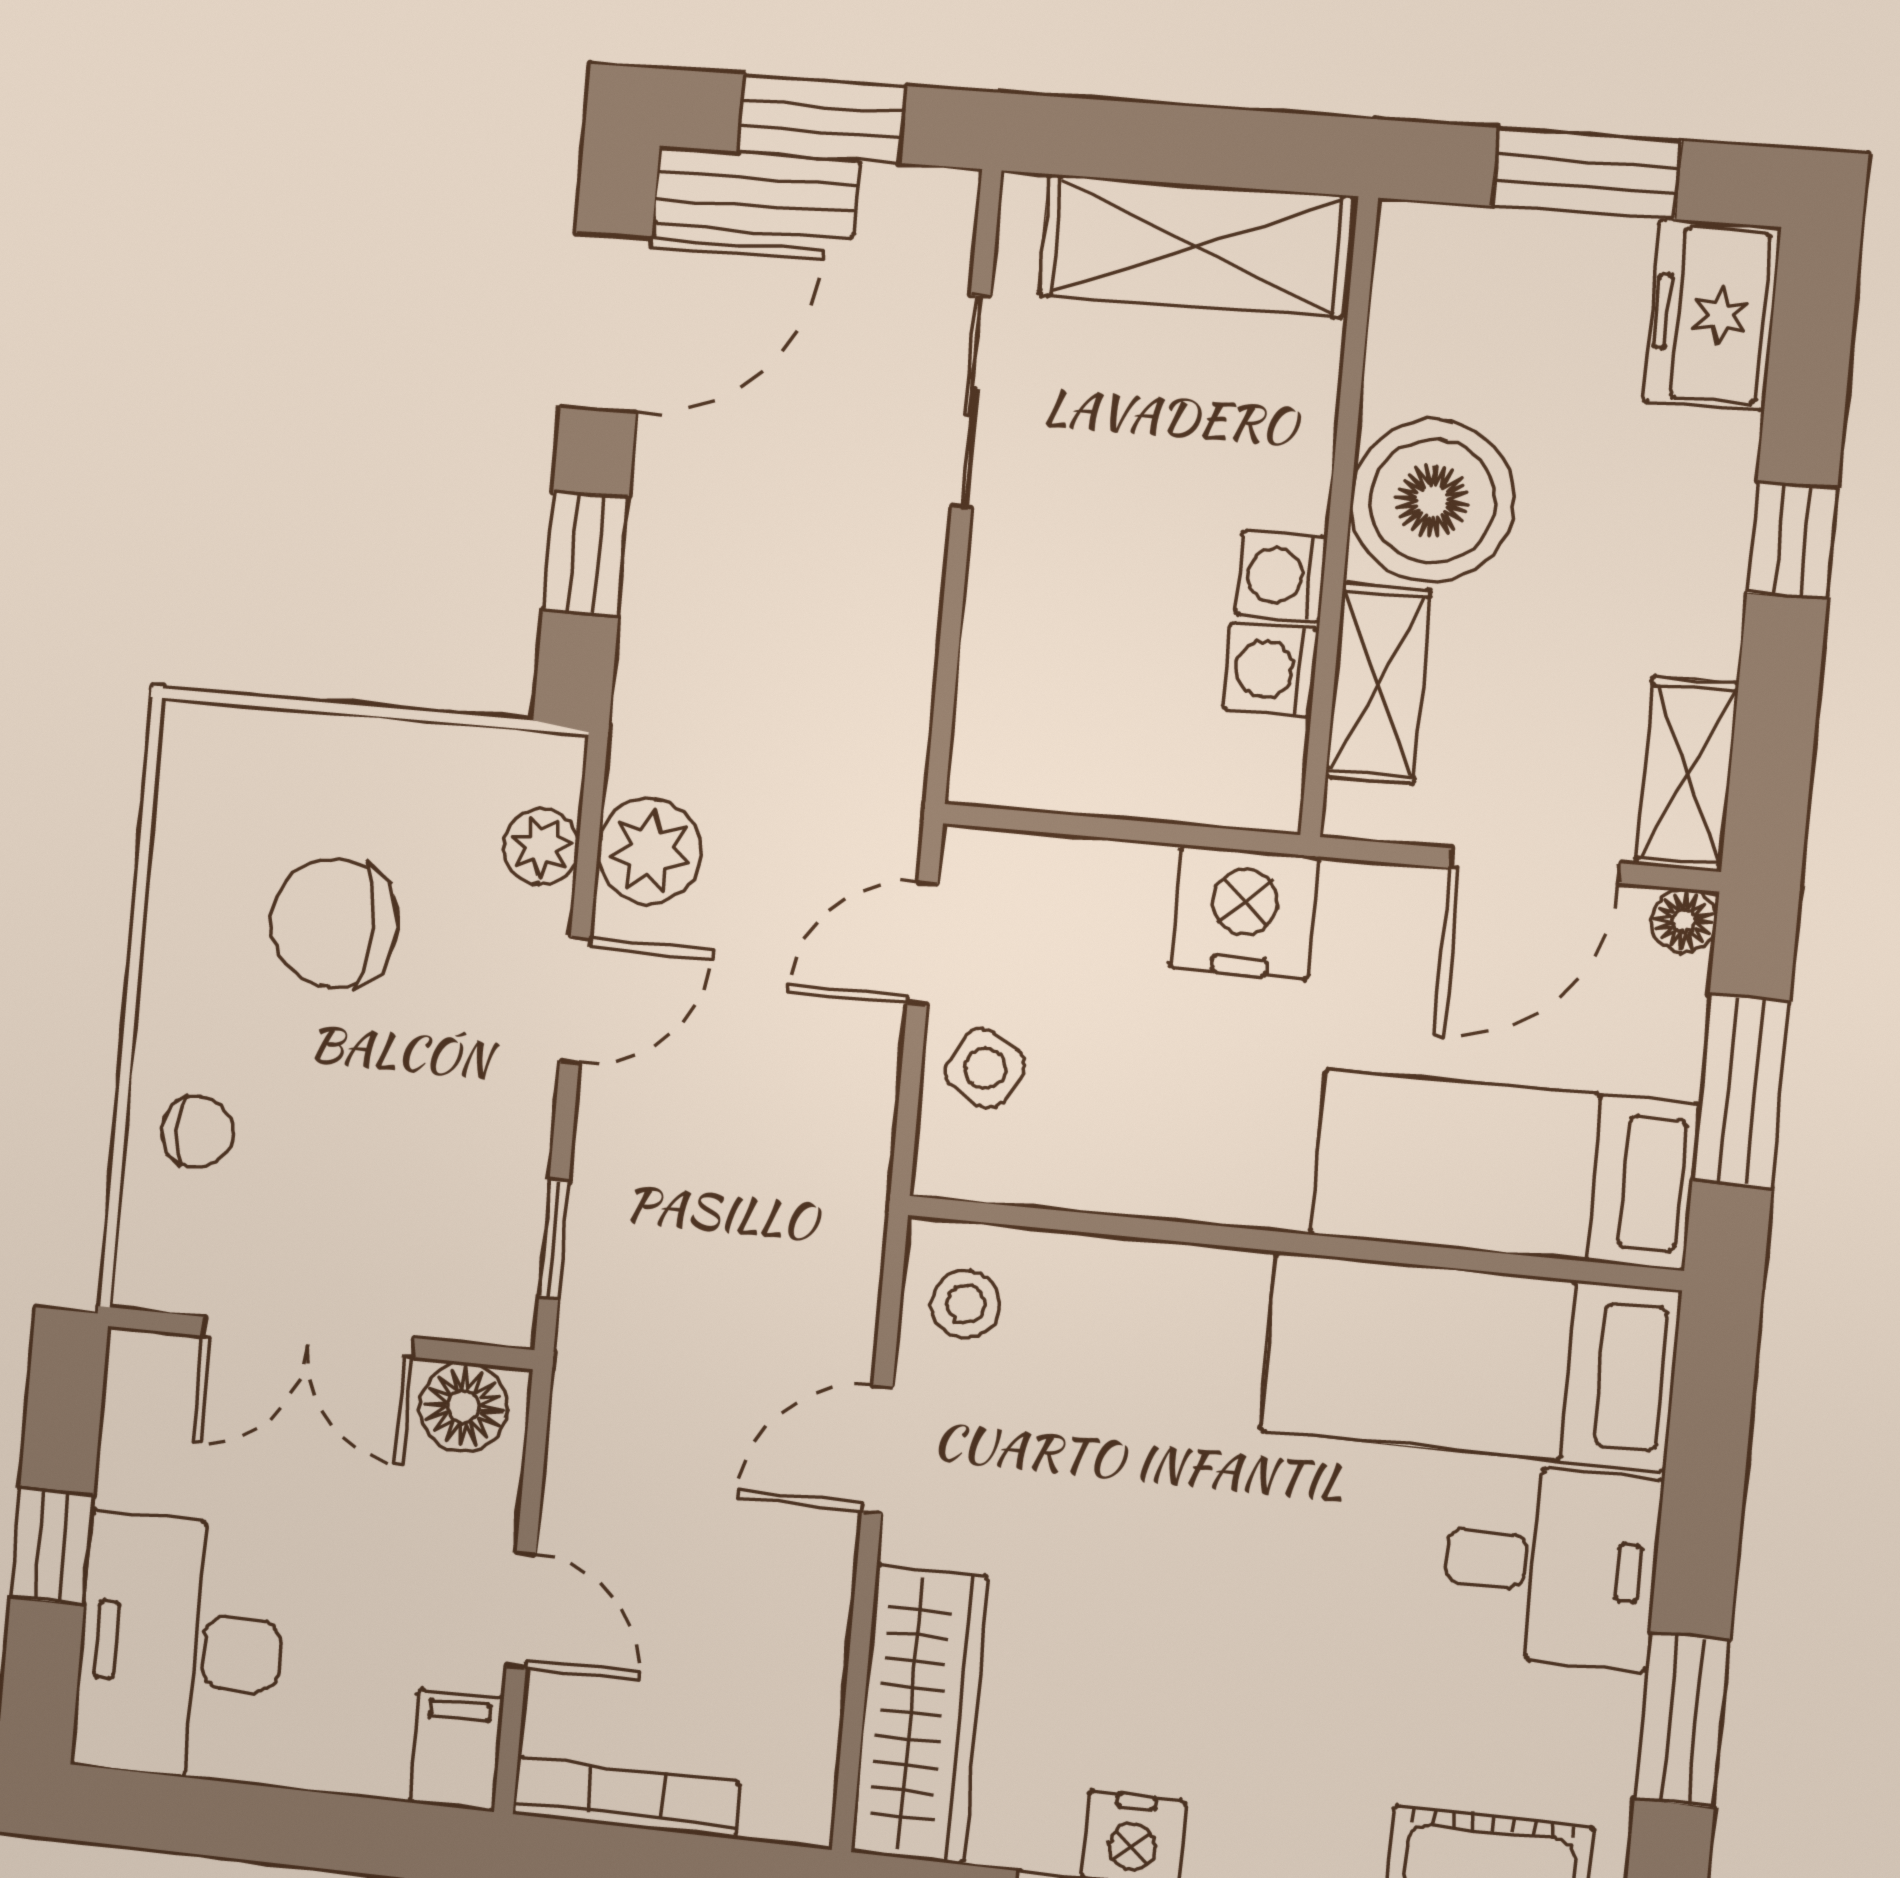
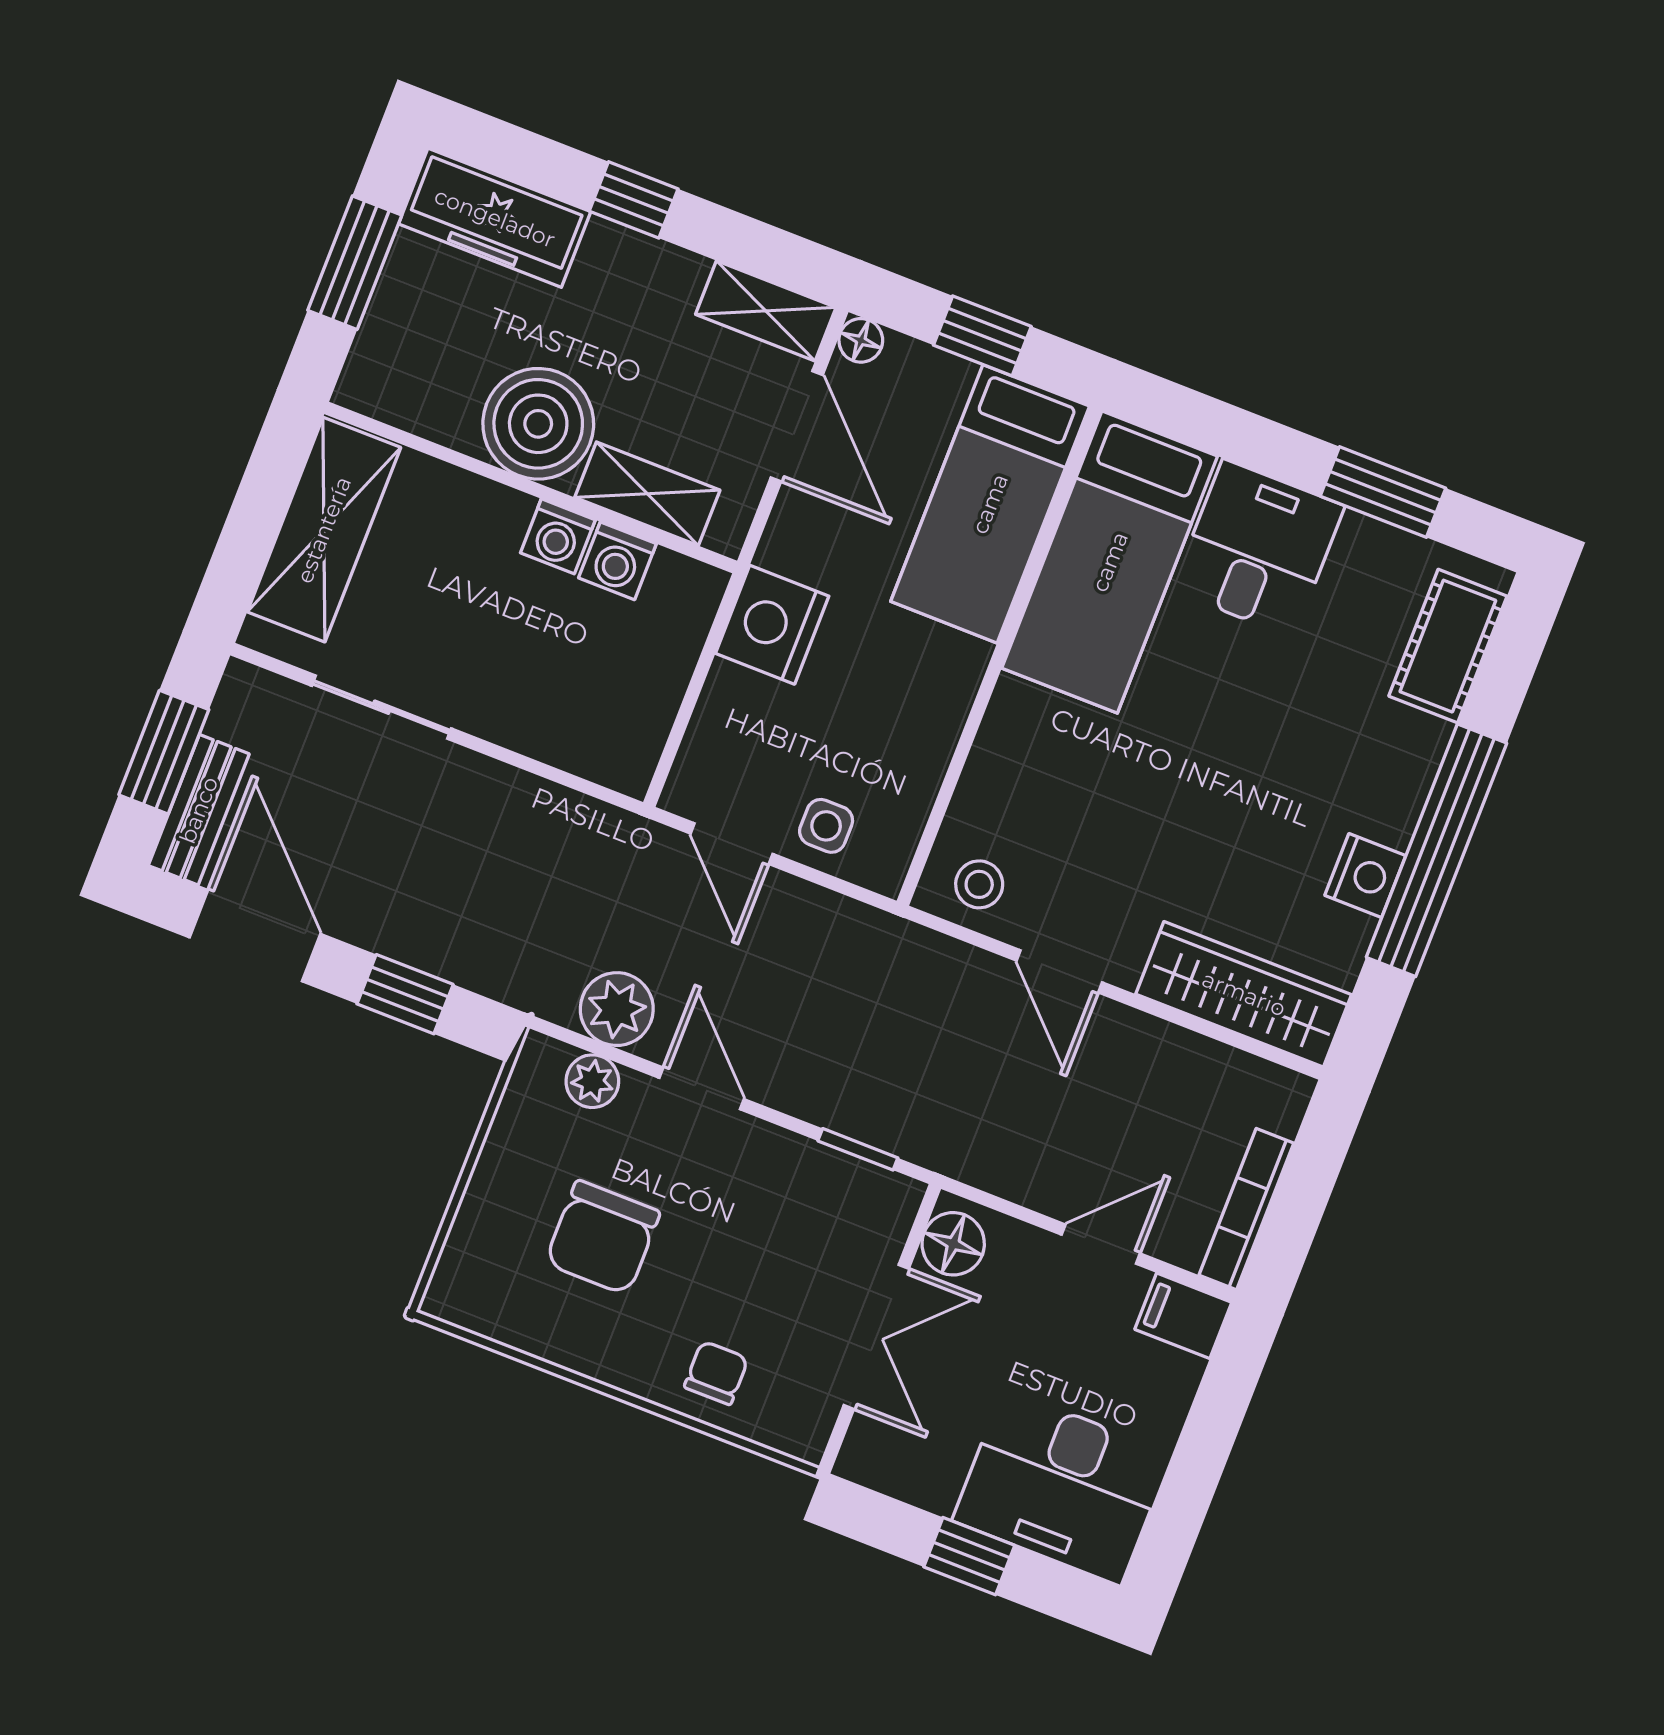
freezer: (1712, 315) -> (495, 218), width x1.40
side table: (985, 1068) -> (826, 826), turned -30
window: (1741, 1091) -> (982, 336), width x0.67

